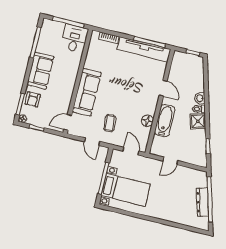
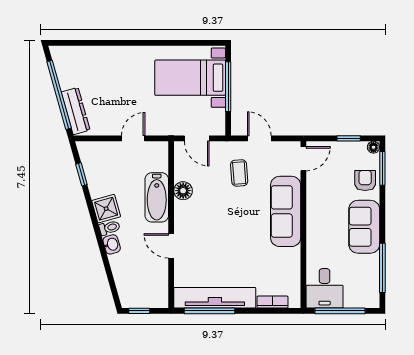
dresser: (202, 202) -> (76, 111), moved

